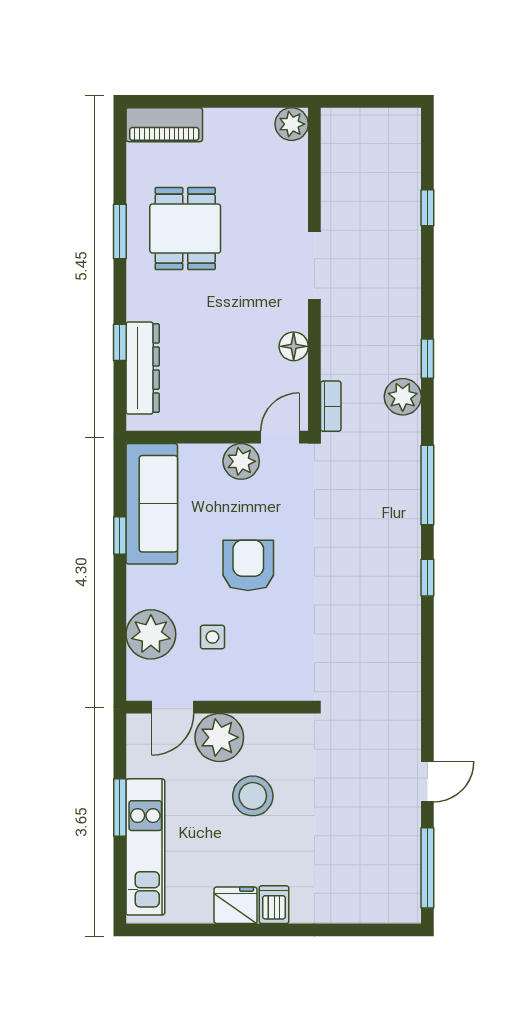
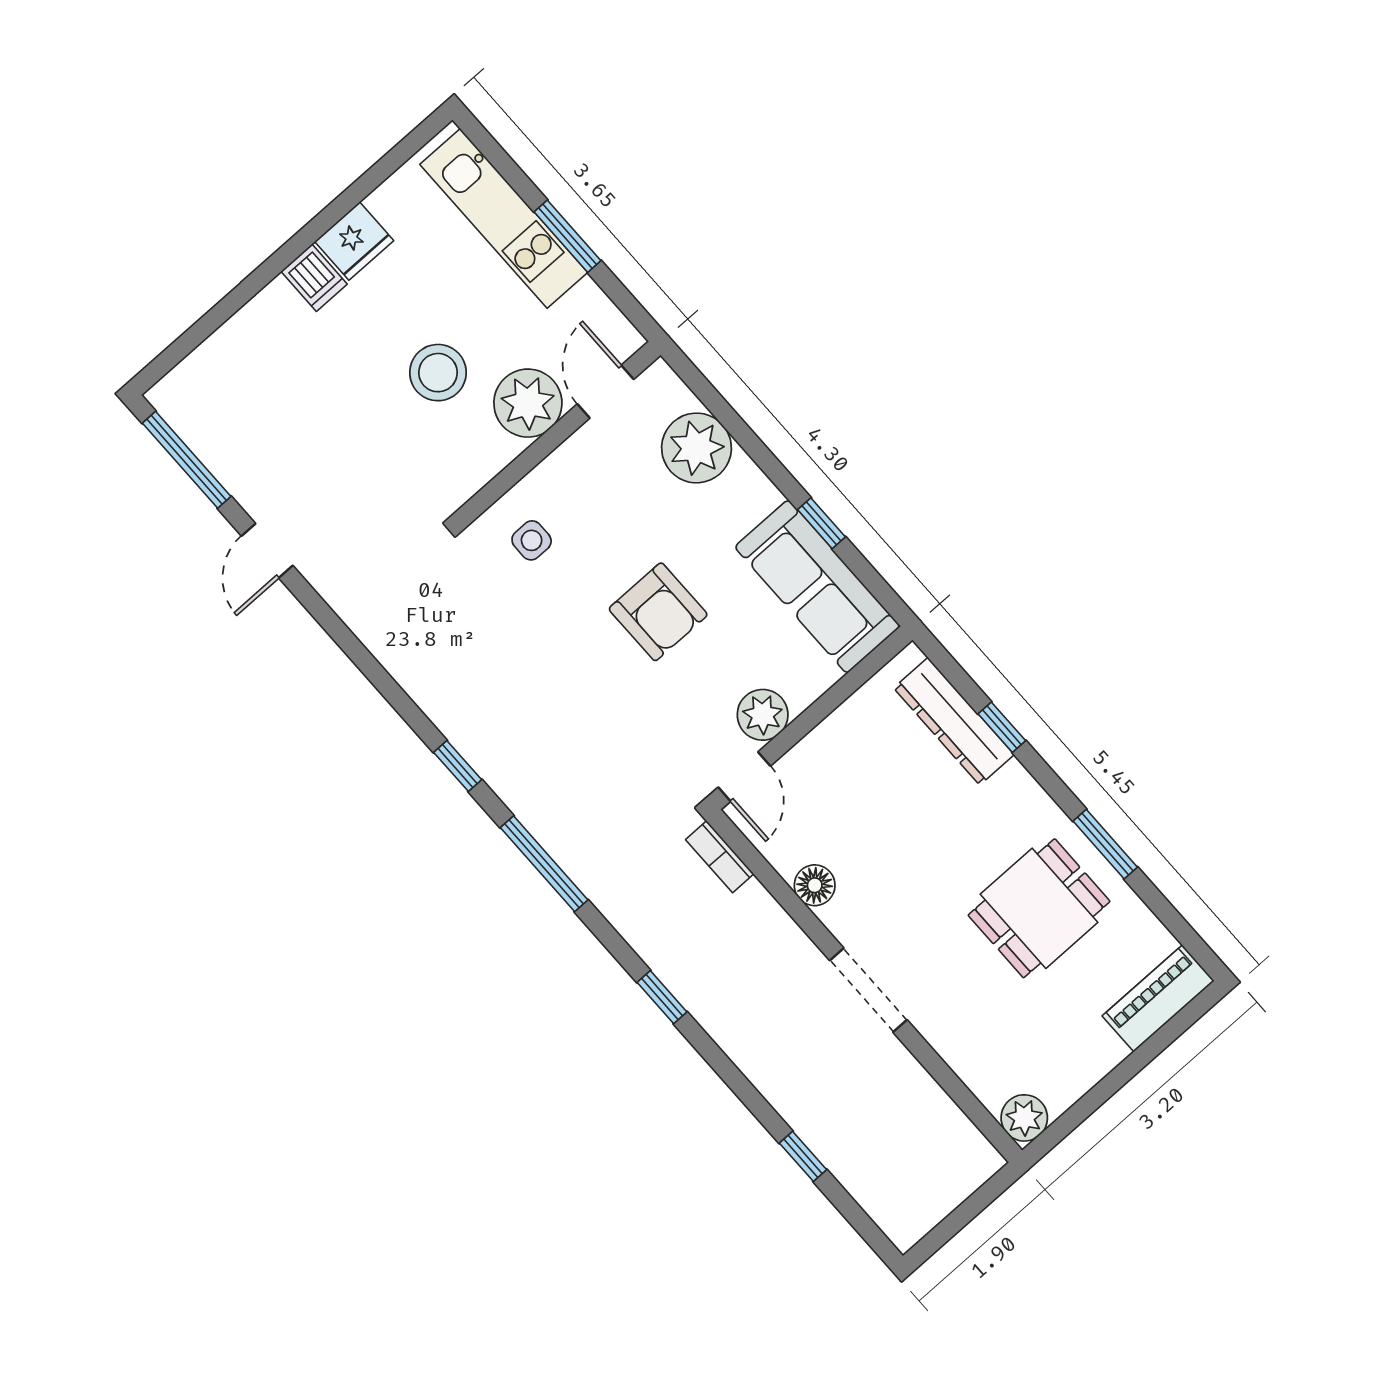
dining table: (185, 229) -> (1039, 908), turned 90
plant: (403, 397) -> (652, 934), removed
side table: (212, 637) -> (532, 540), moved

